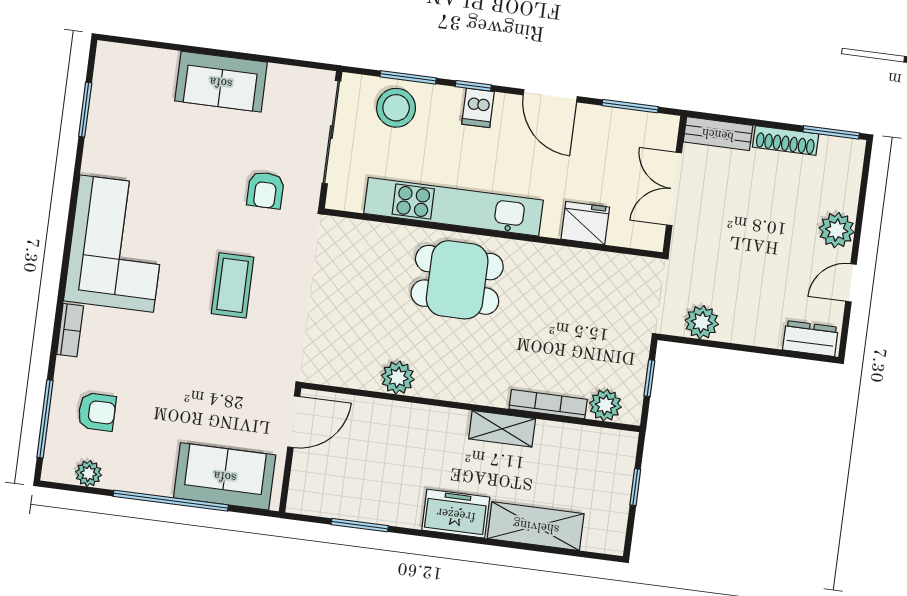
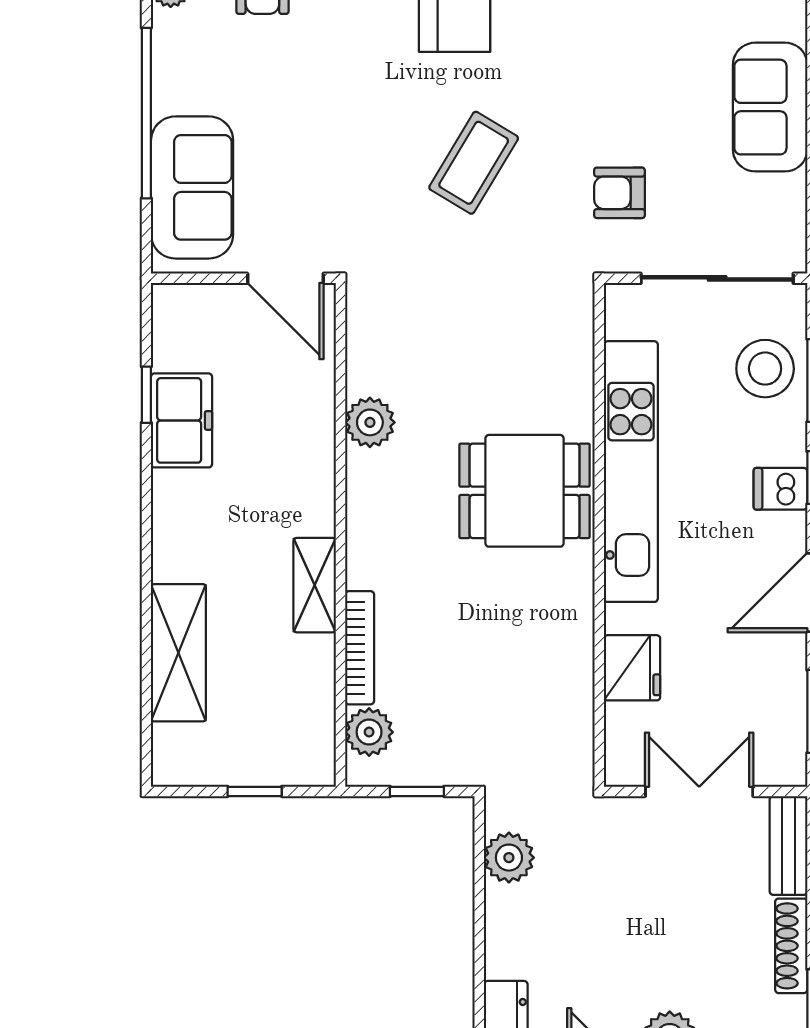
dining table: (457, 280) -> (525, 491), turned 90
coffee table: (233, 285) -> (474, 163), turned -59
freezer: (456, 514) -> (182, 420), moved
window: (360, 525) -> (146, 395), width x0.67

